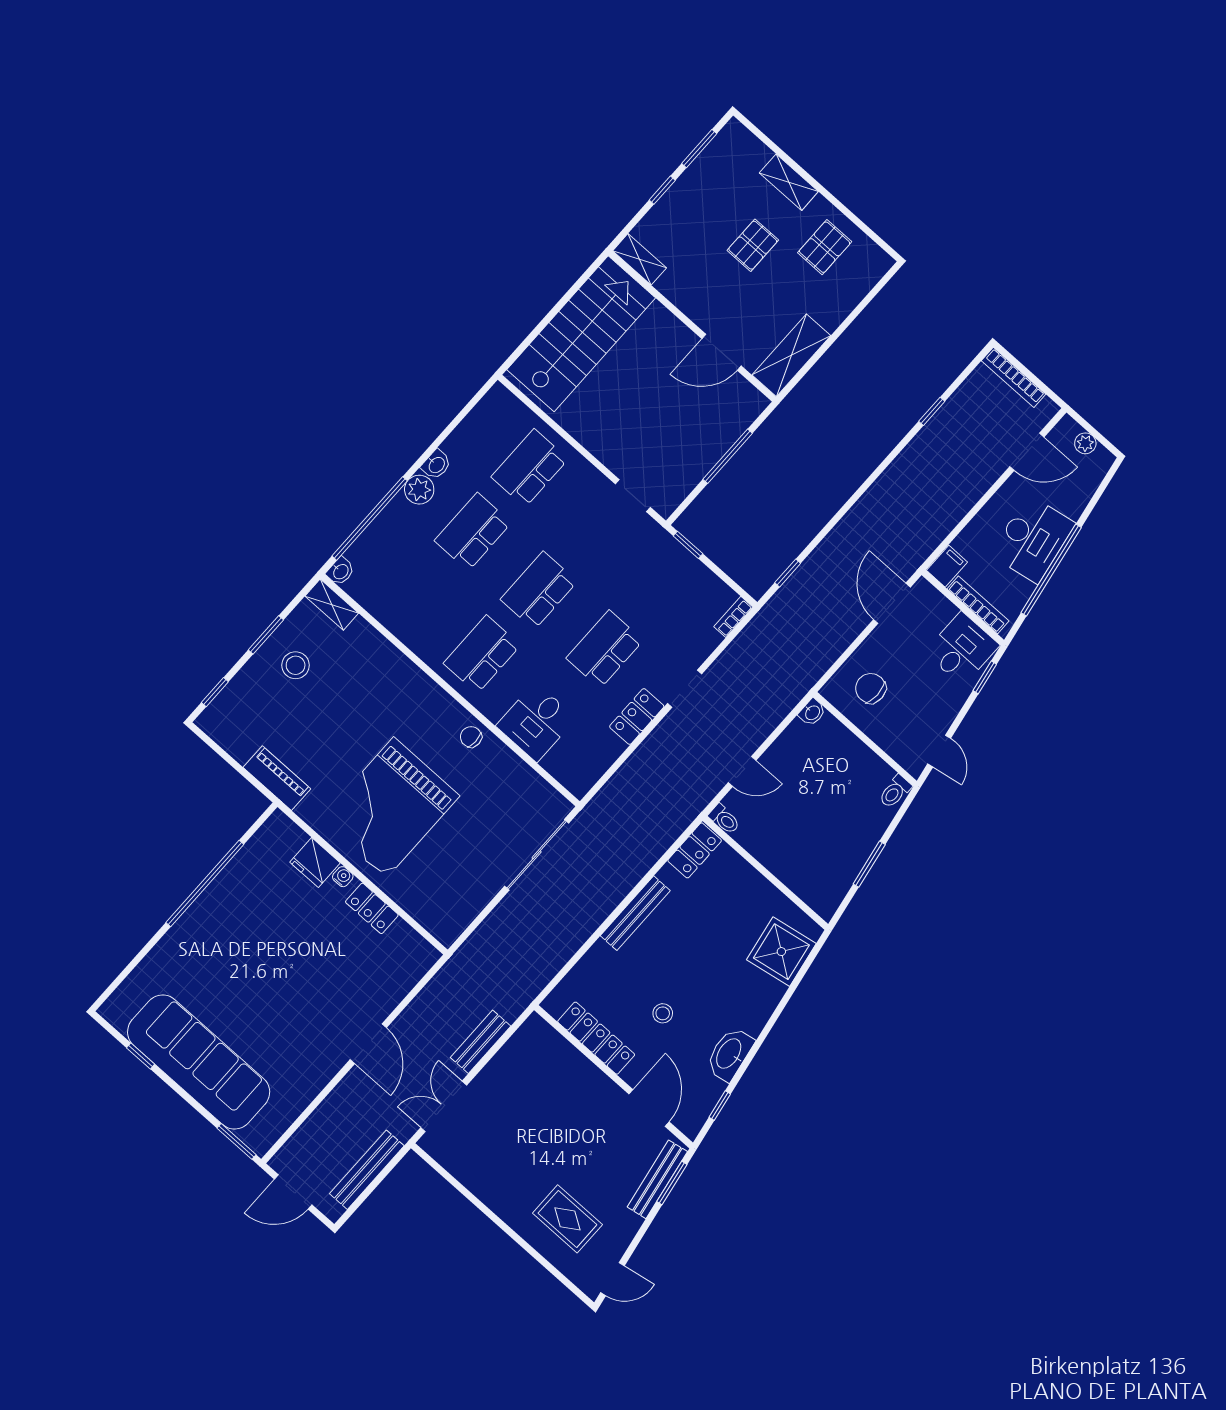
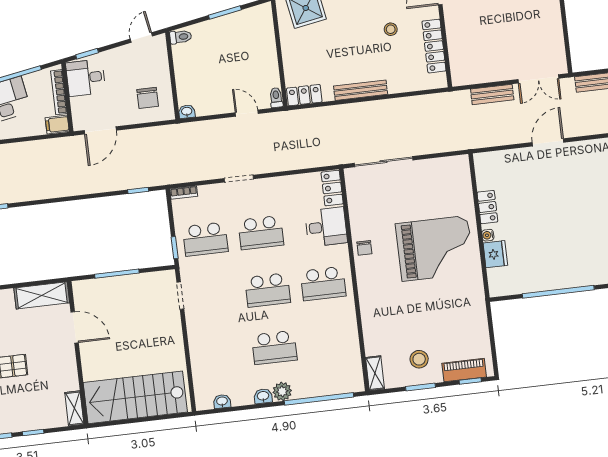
school desk: (530, 468) -> (205, 239), moved
washbasin: (340, 571) -> (222, 401), moved
locker: (637, 716) -> (332, 188), moved, turned 90
piano: (277, 778) -> (464, 370), moved, turned 90

